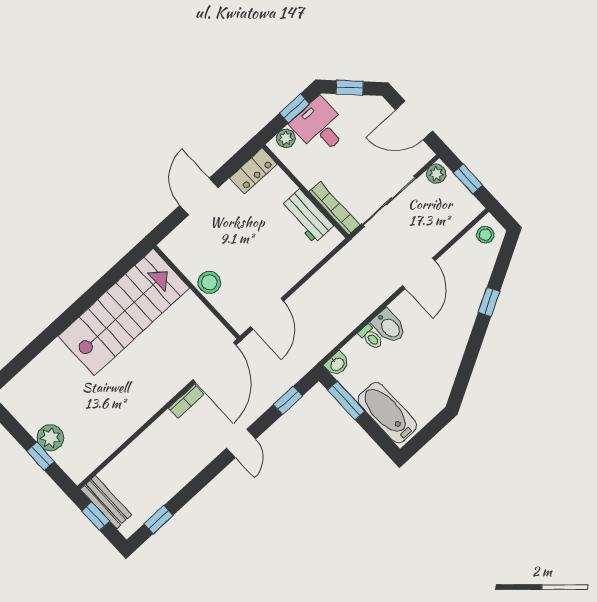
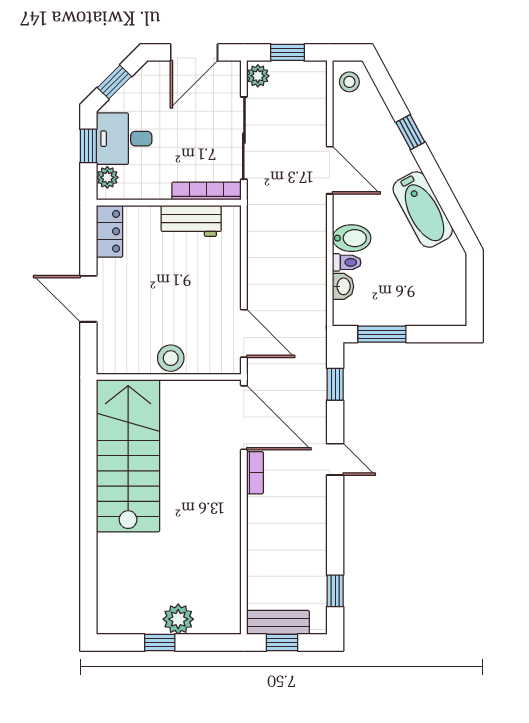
washbasin: (337, 364) -> (343, 286), moved
bathtub: (387, 413) -> (423, 210), moved, turned -118
window: (40, 456) -> (160, 643), moved

